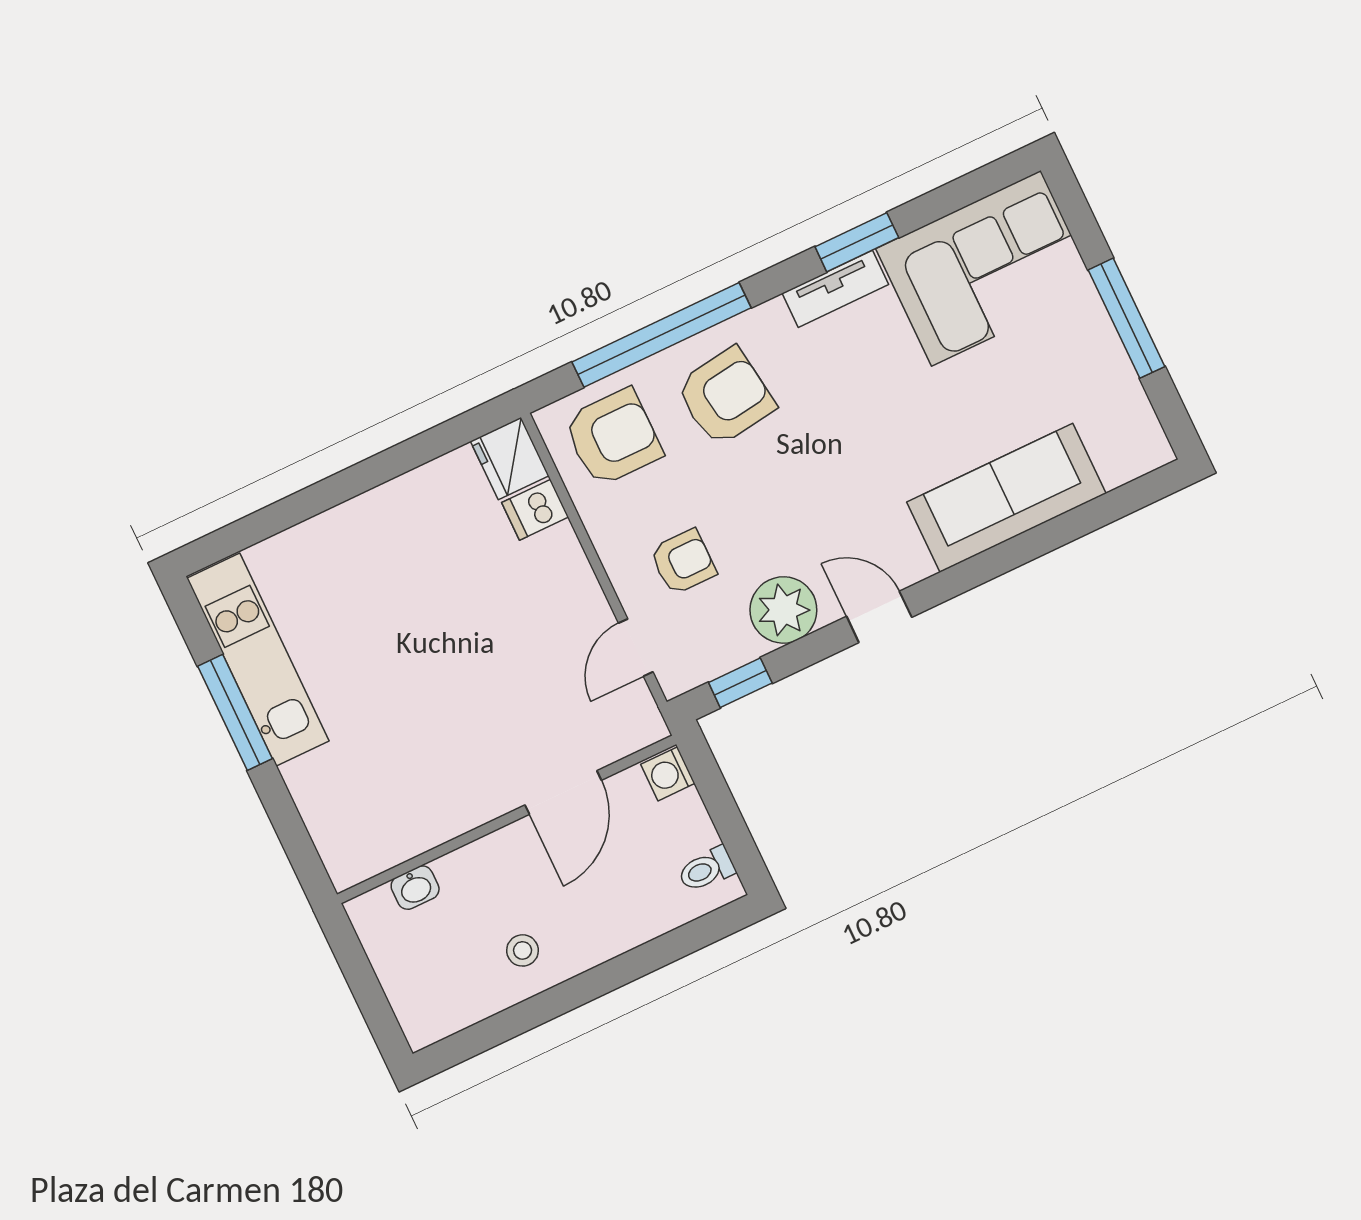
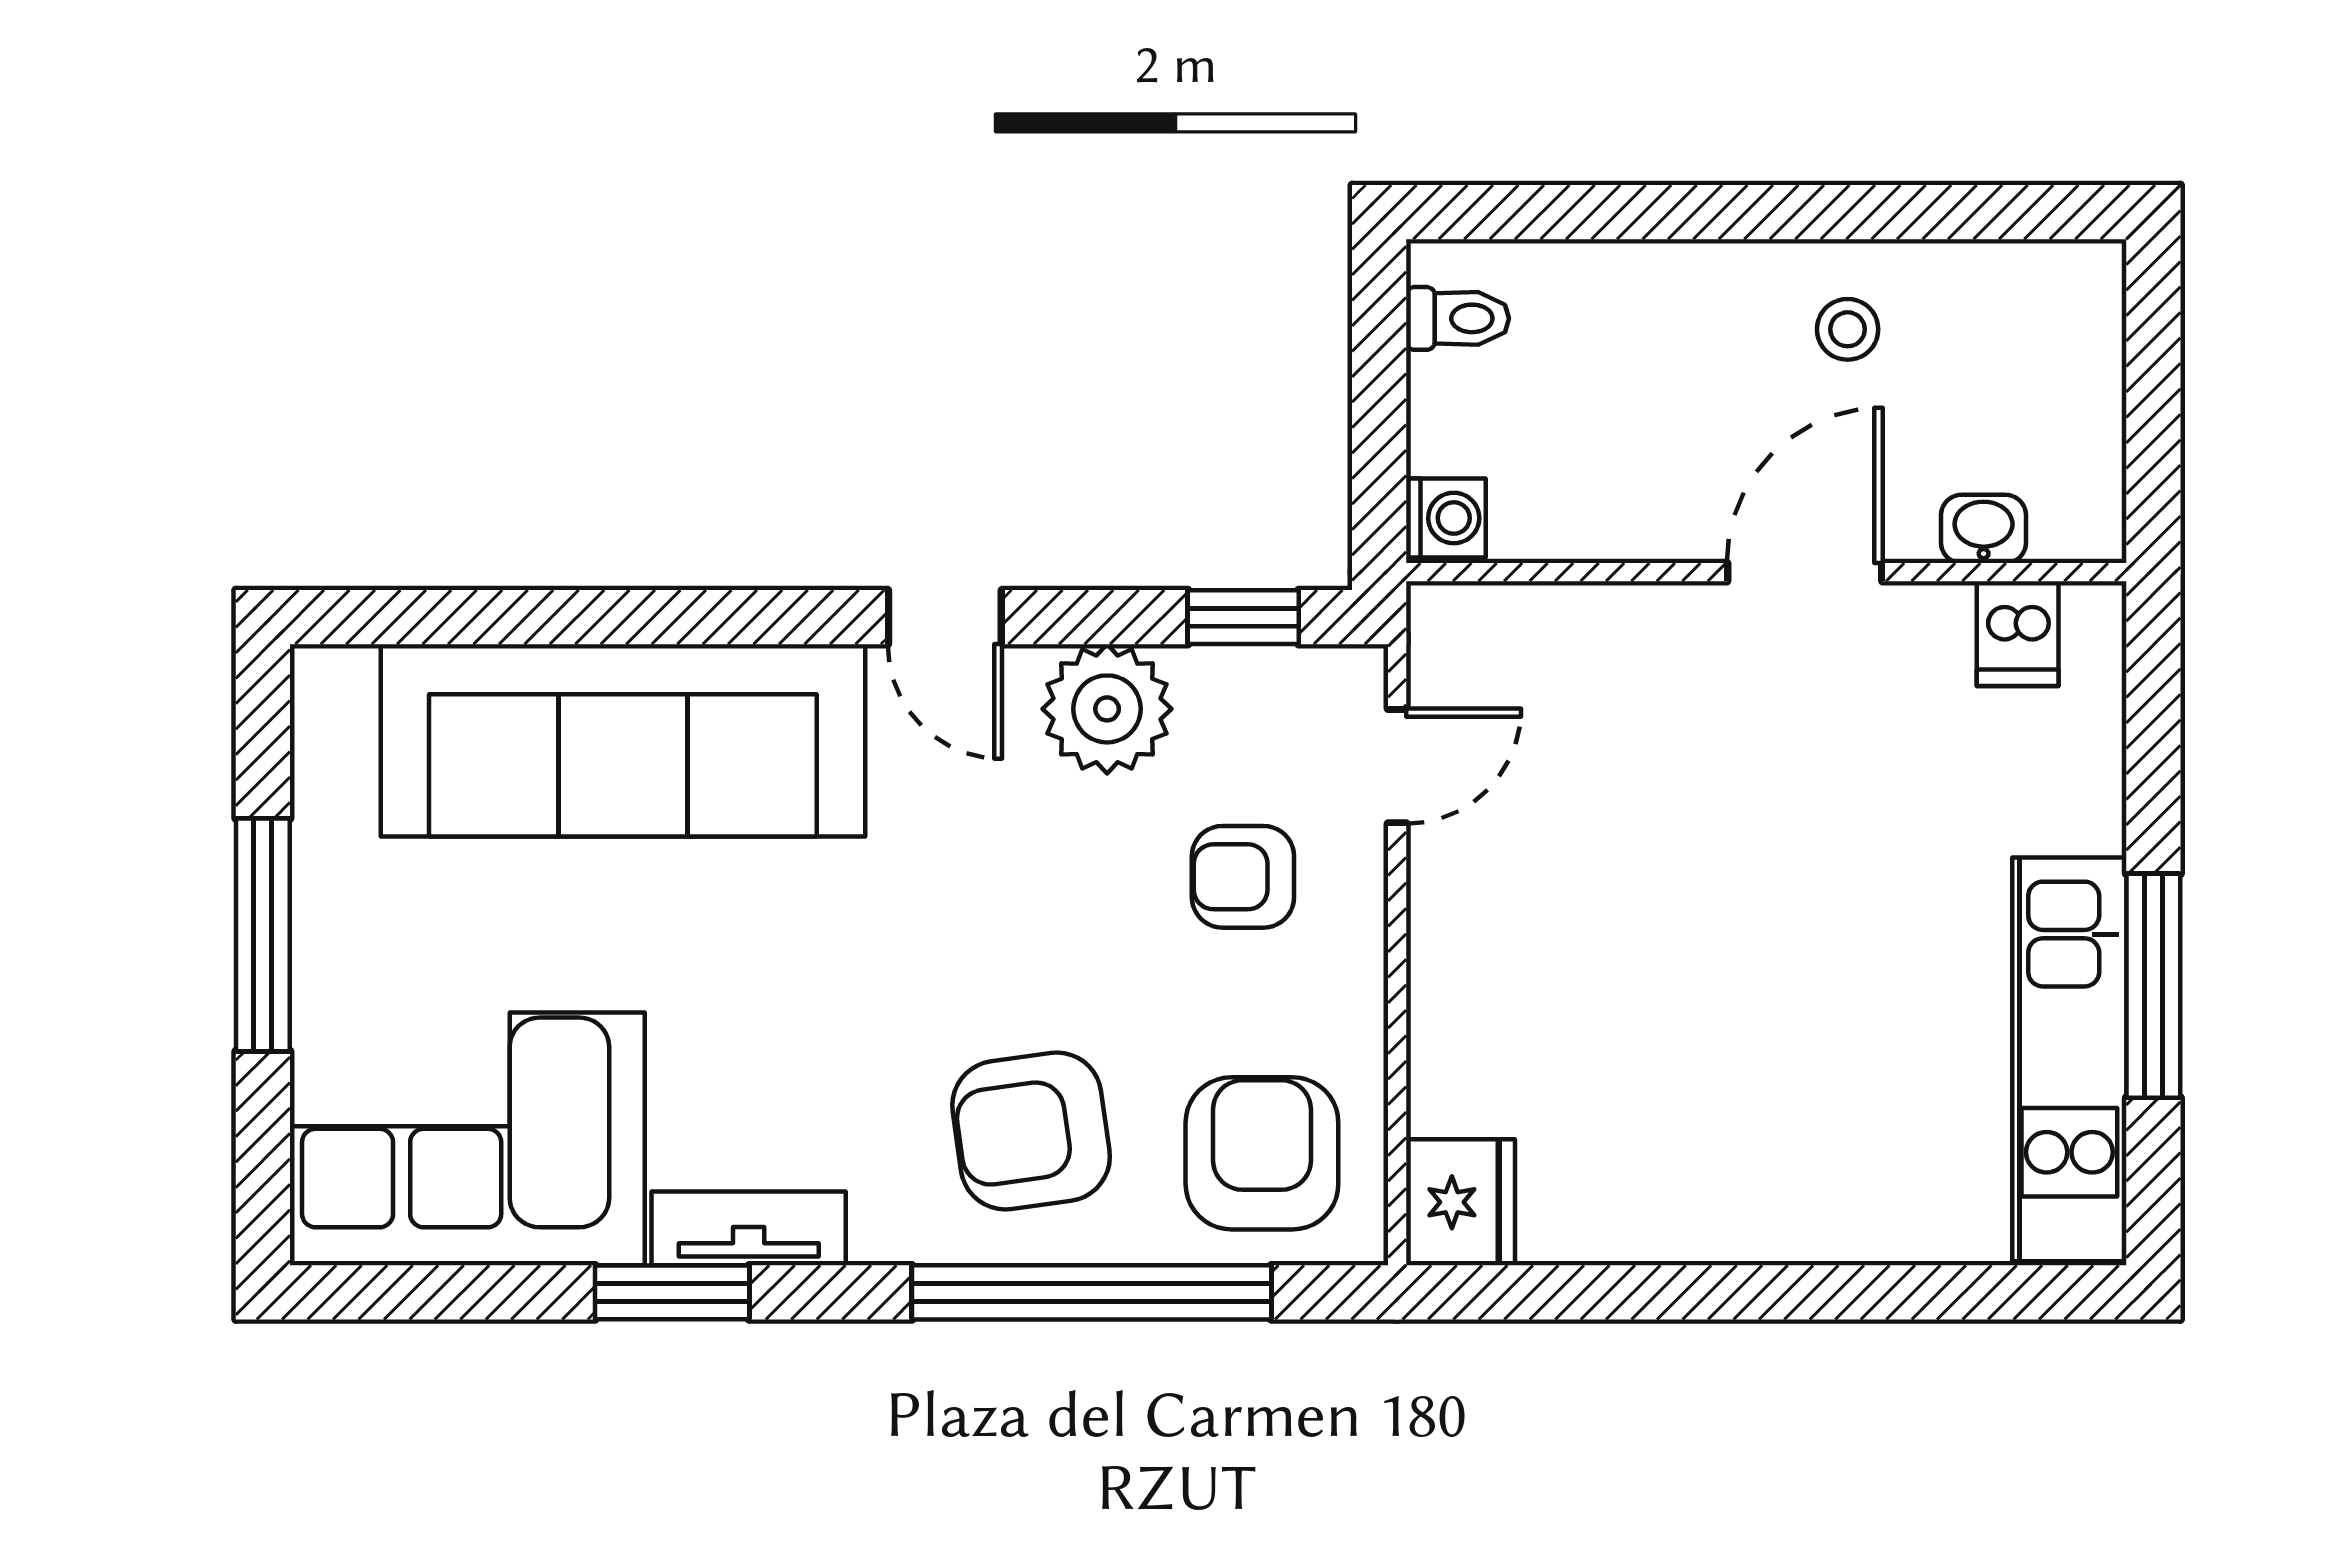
armchair: (613, 437) -> (1262, 1153), turned 90
sofa: (1006, 498) -> (623, 740), width x1.36, depth x1.27
dishwasher: (535, 510) -> (2018, 634), moved, turned 90
door: (563, 793) -> (1805, 572), moved

